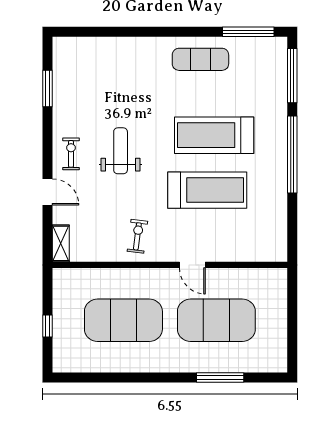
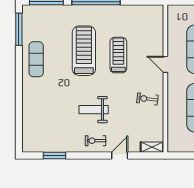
treadmill: (214, 135) -> (84, 51), turned 180
treadmill: (207, 190) -> (118, 55), width x0.73, depth x0.73
door: (192, 265) -> (165, 64), swing flipped

